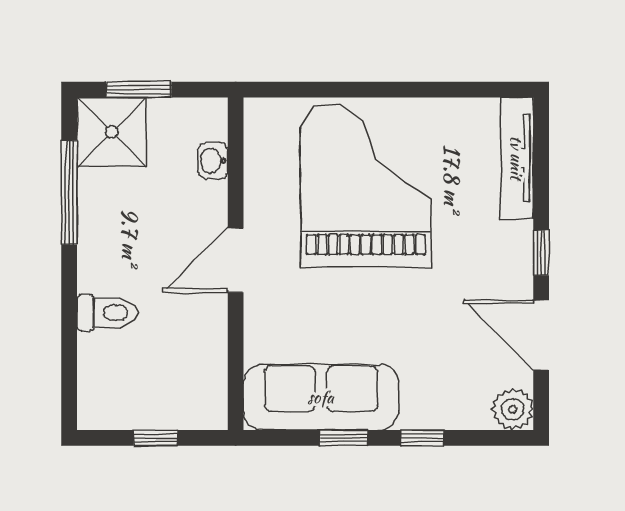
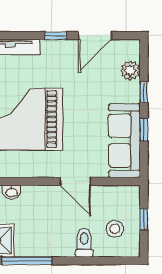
door: (236, 260) -> (75, 181), moved
stool: (136, 377) -> (115, 229), added
plant: (513, 409) -> (130, 70), moved

